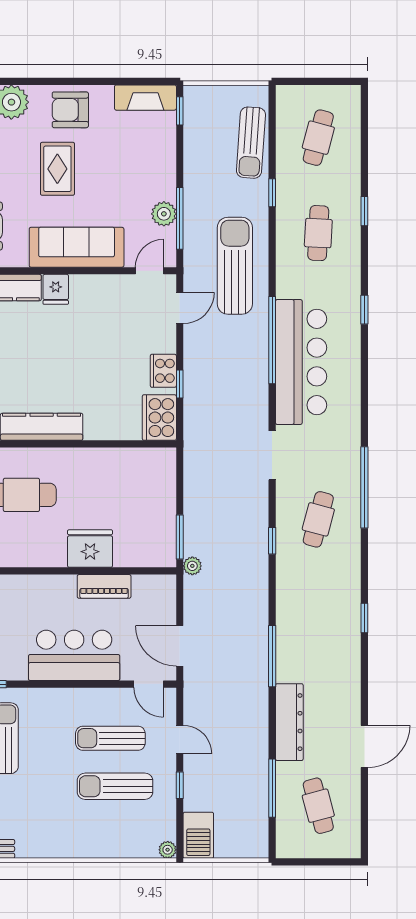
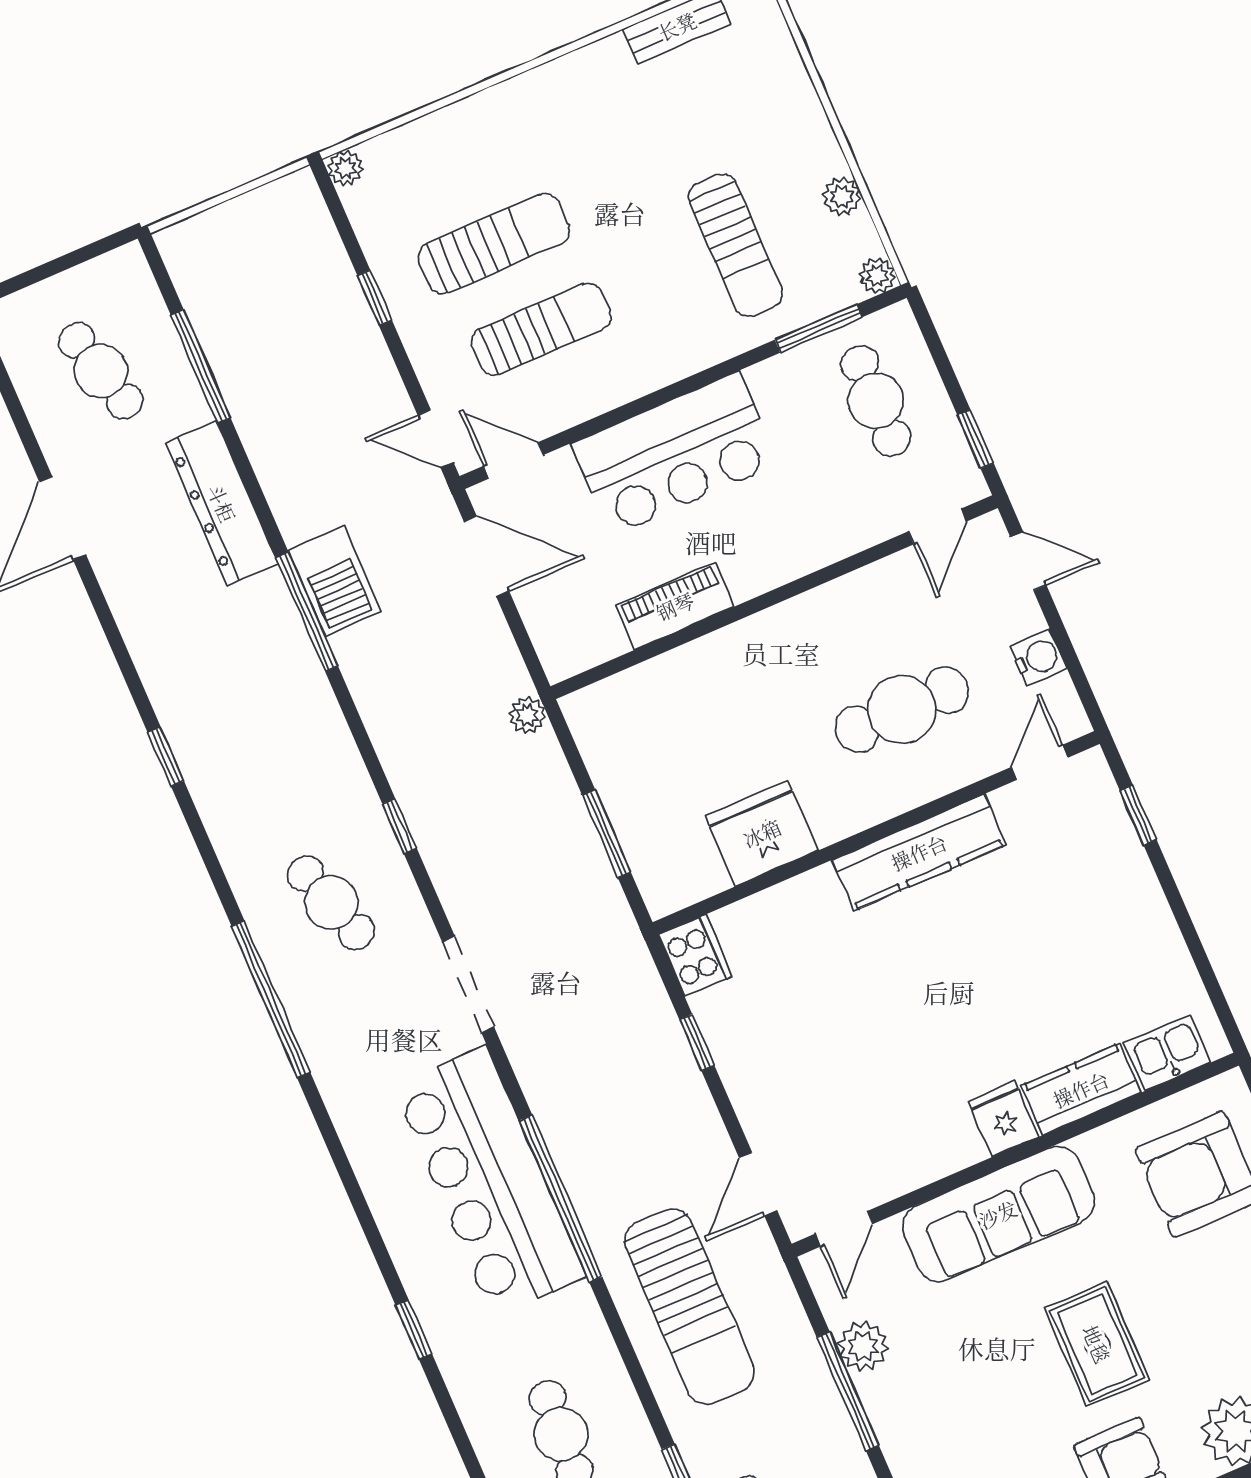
window: (180, 218) -> (848, 1391), moved
cooker: (163, 371) -> (738, 1054), removed
cooker: (159, 418) -> (695, 956), width x0.73, depth x0.76
cafe table: (318, 519) -> (331, 903), turned -33
window: (180, 537) -> (606, 834), moved
fridge: (90, 549) -> (762, 833), moved, turned 180
door: (180, 739) -> (436, 439), moved
barbecue: (198, 835) -> (334, 581), moved, turned 180

